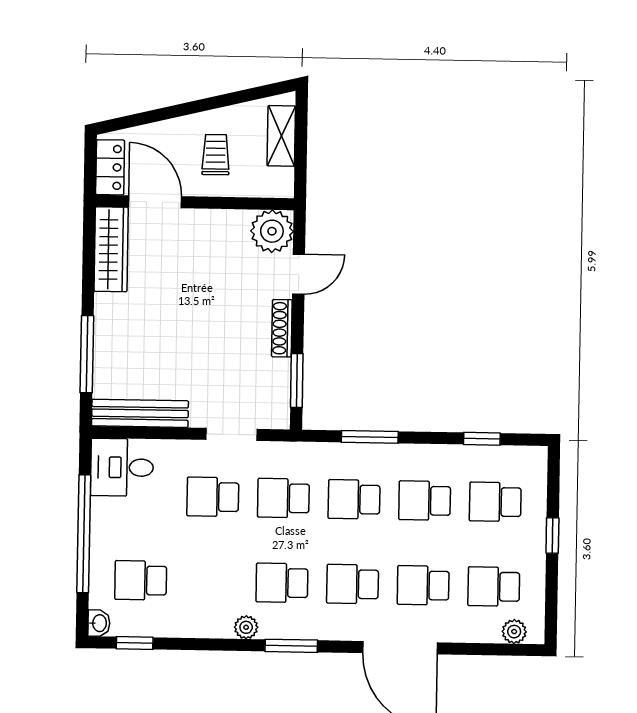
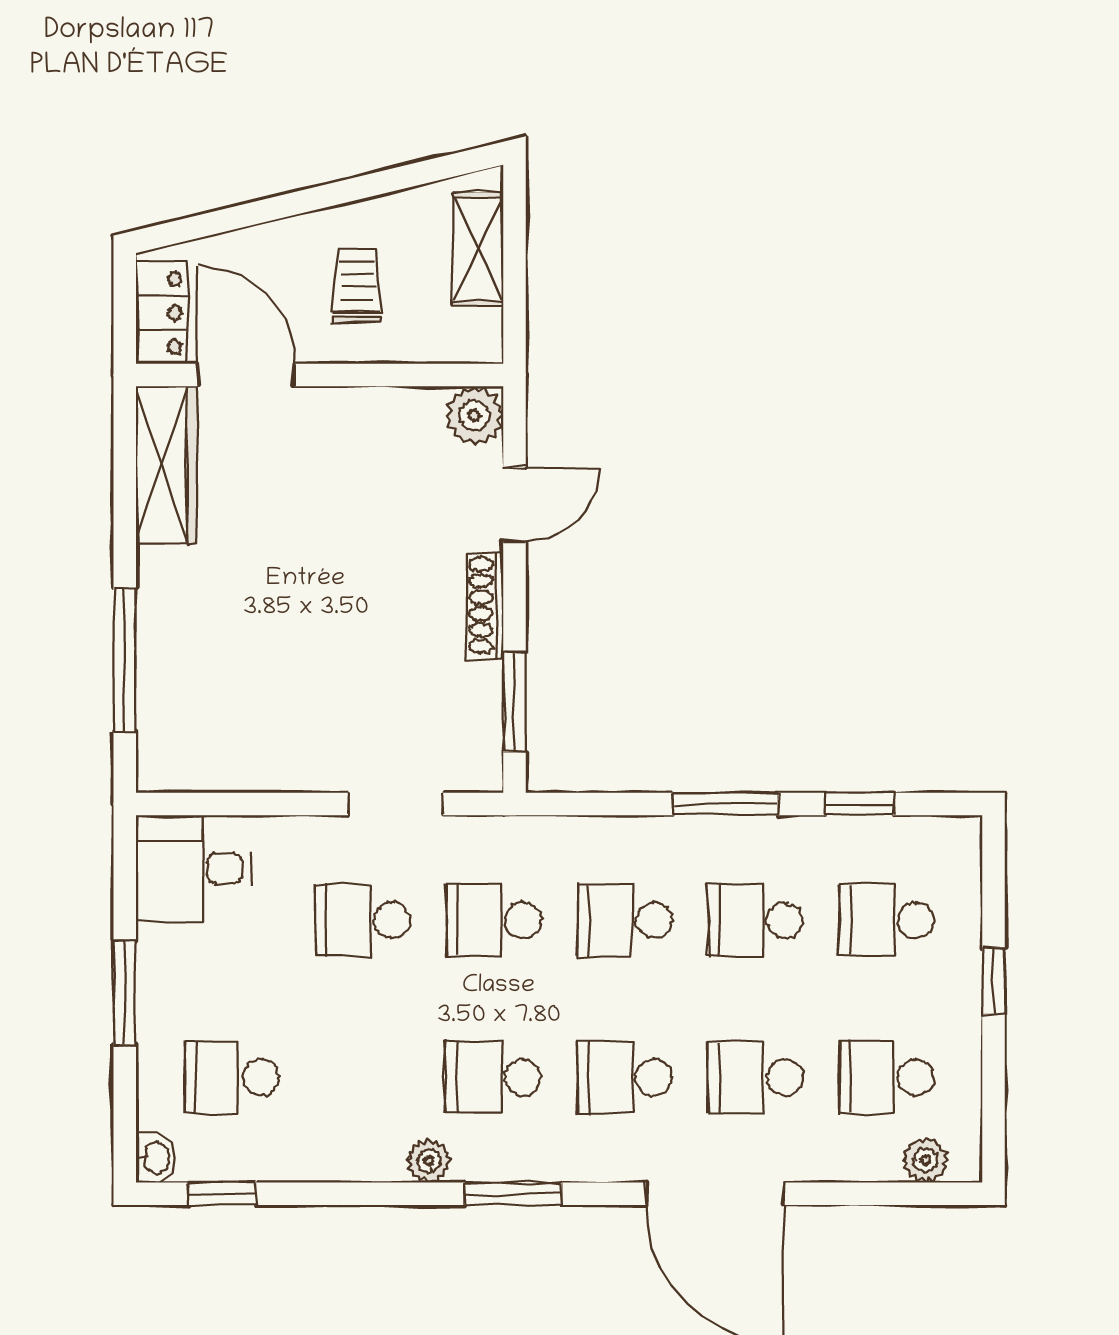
plant: (272, 231) -> (474, 415), width x0.73, depth x0.73
bench: (140, 413) -> (225, 768), removed
window: (370, 437) -> (725, 804), moved
window: (84, 534) -> (125, 993), width x0.47

